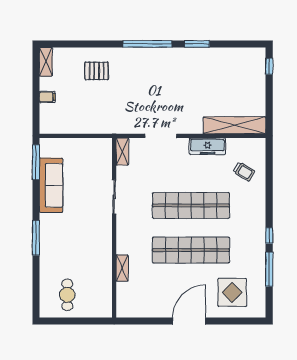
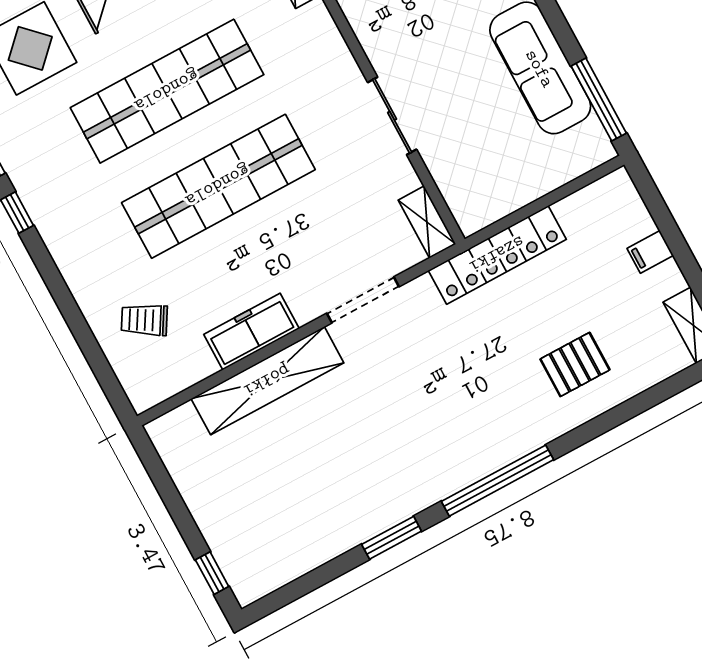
shelving: (234, 125) -> (267, 381), moved
locker: (103, 126) -> (497, 255), added

